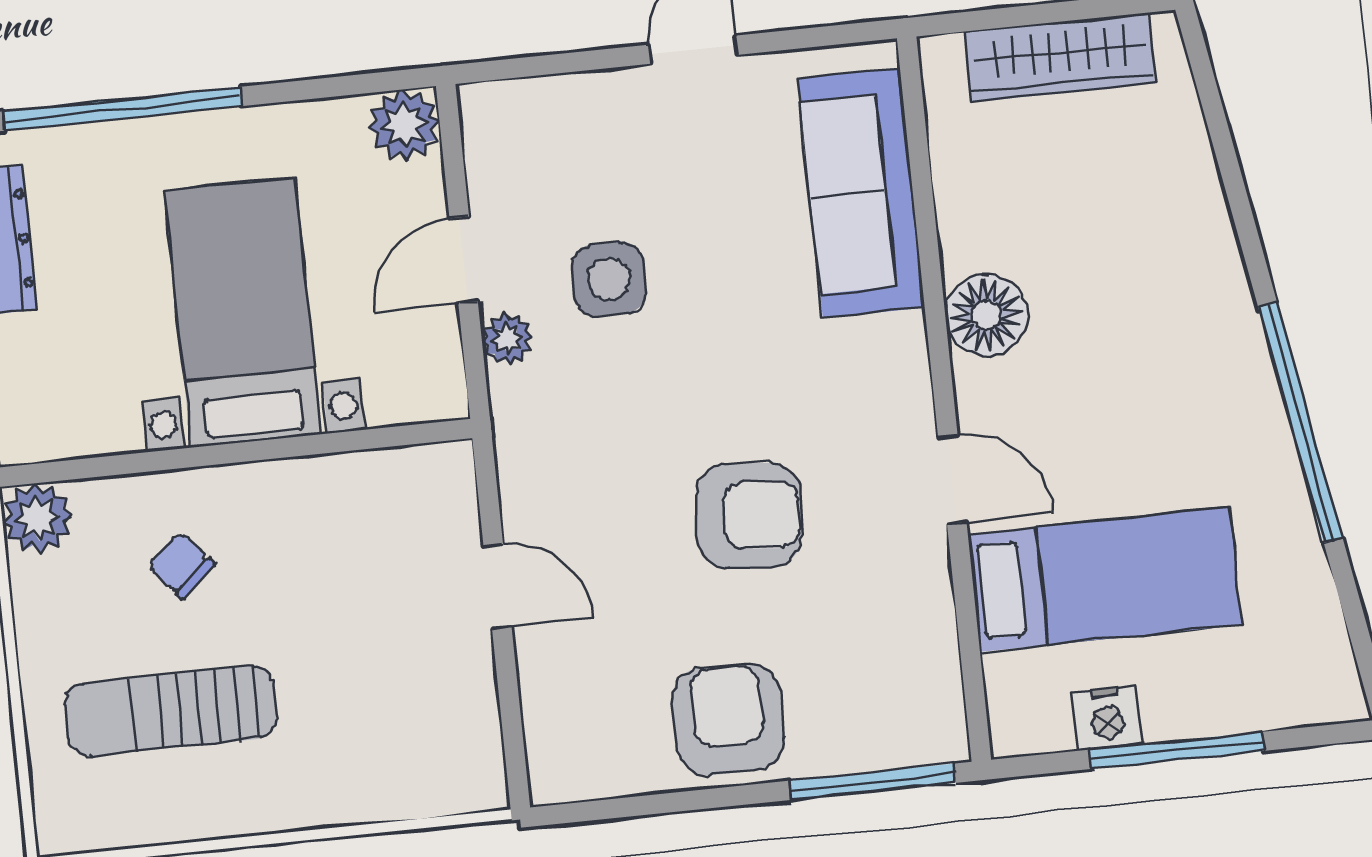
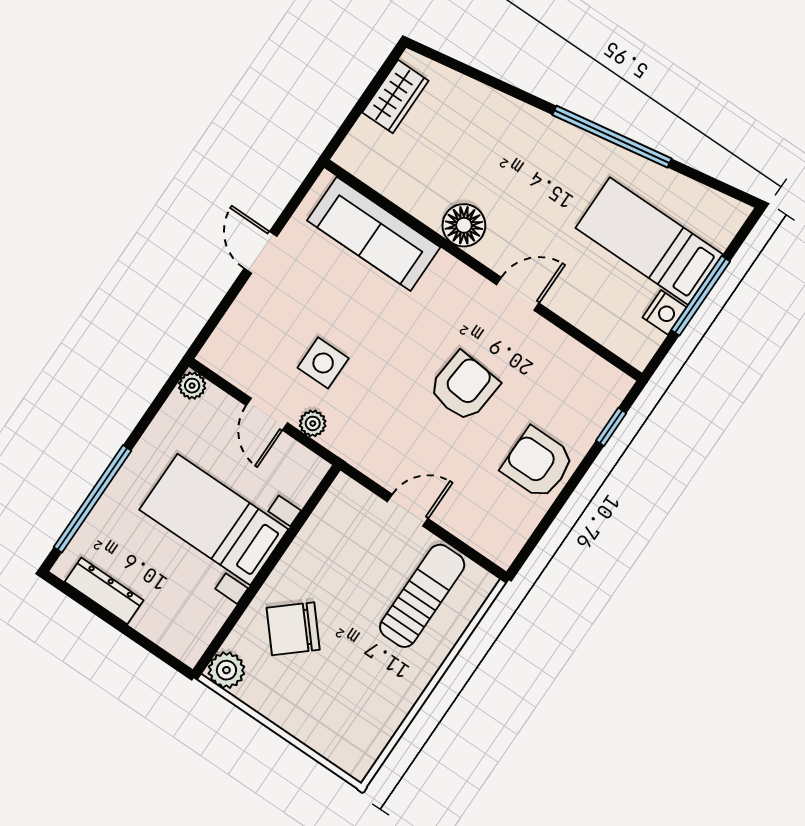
wardrobe: (1060, 57) -> (395, 97), width x0.67
plant: (404, 125) -> (192, 386), width x0.73, depth x0.73
chair: (181, 565) -> (293, 629), width x1.87, depth x1.87
bed: (1104, 580) -> (649, 241), moved, turned -90
sun lounger: (170, 711) -> (422, 596), moved, turned 180
window: (873, 782) -> (611, 427), width x0.46

